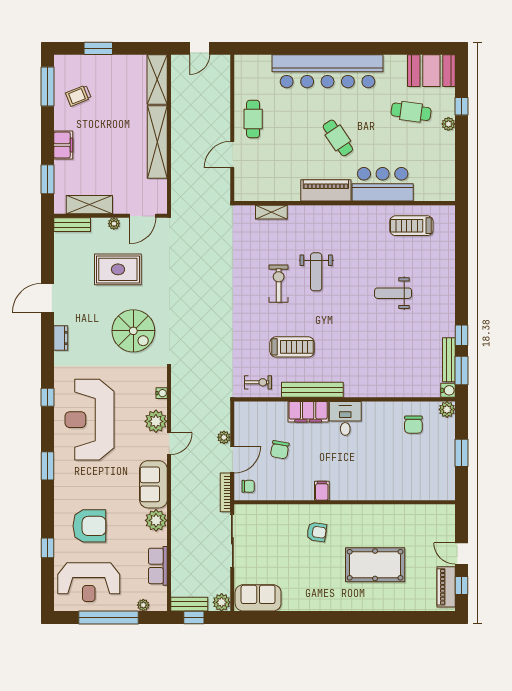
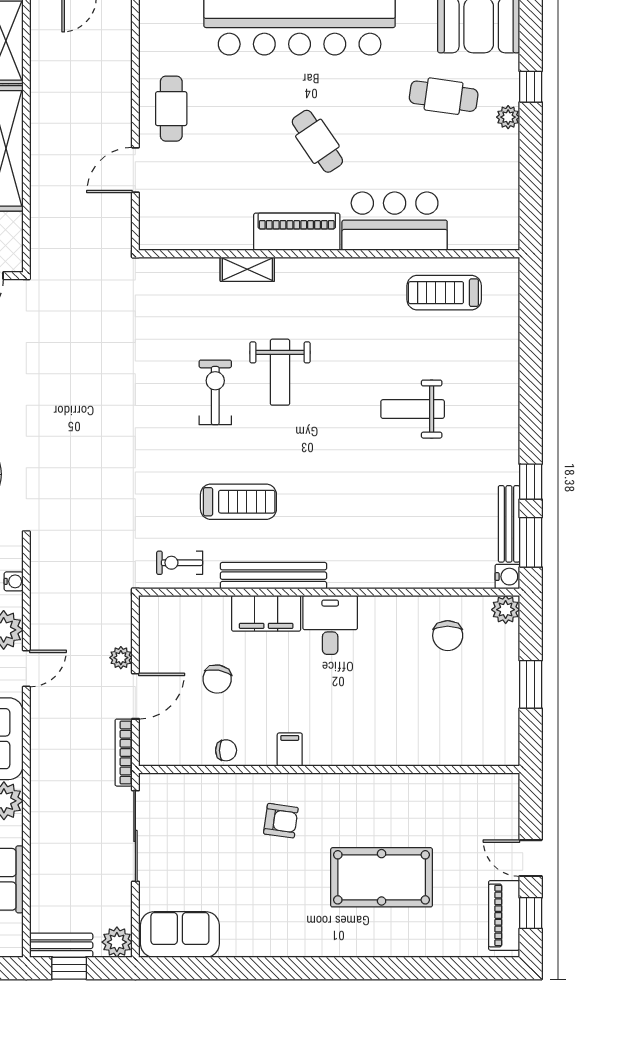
shelving: (271, 212) -> (247, 269), moved
exercise bike: (258, 382) -> (180, 563), turned 180
chair: (248, 486) -> (226, 750), moved

